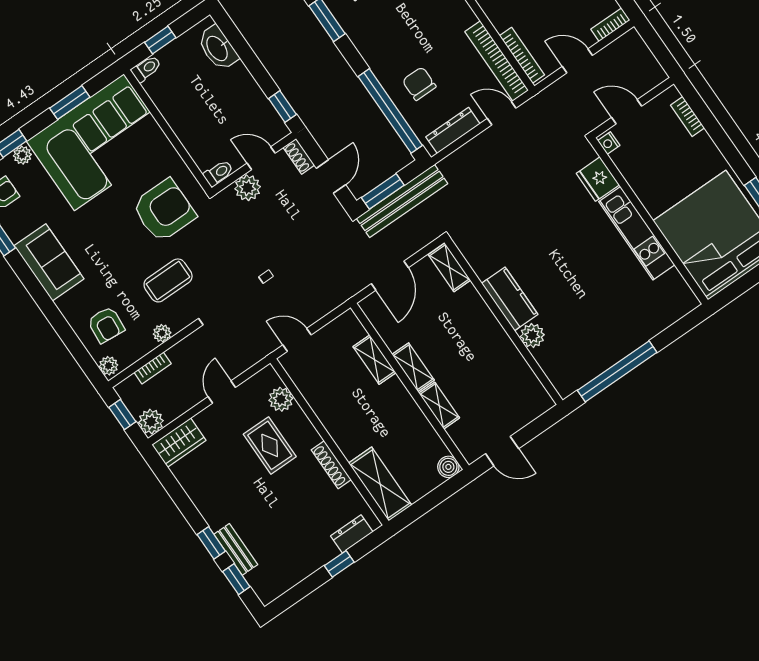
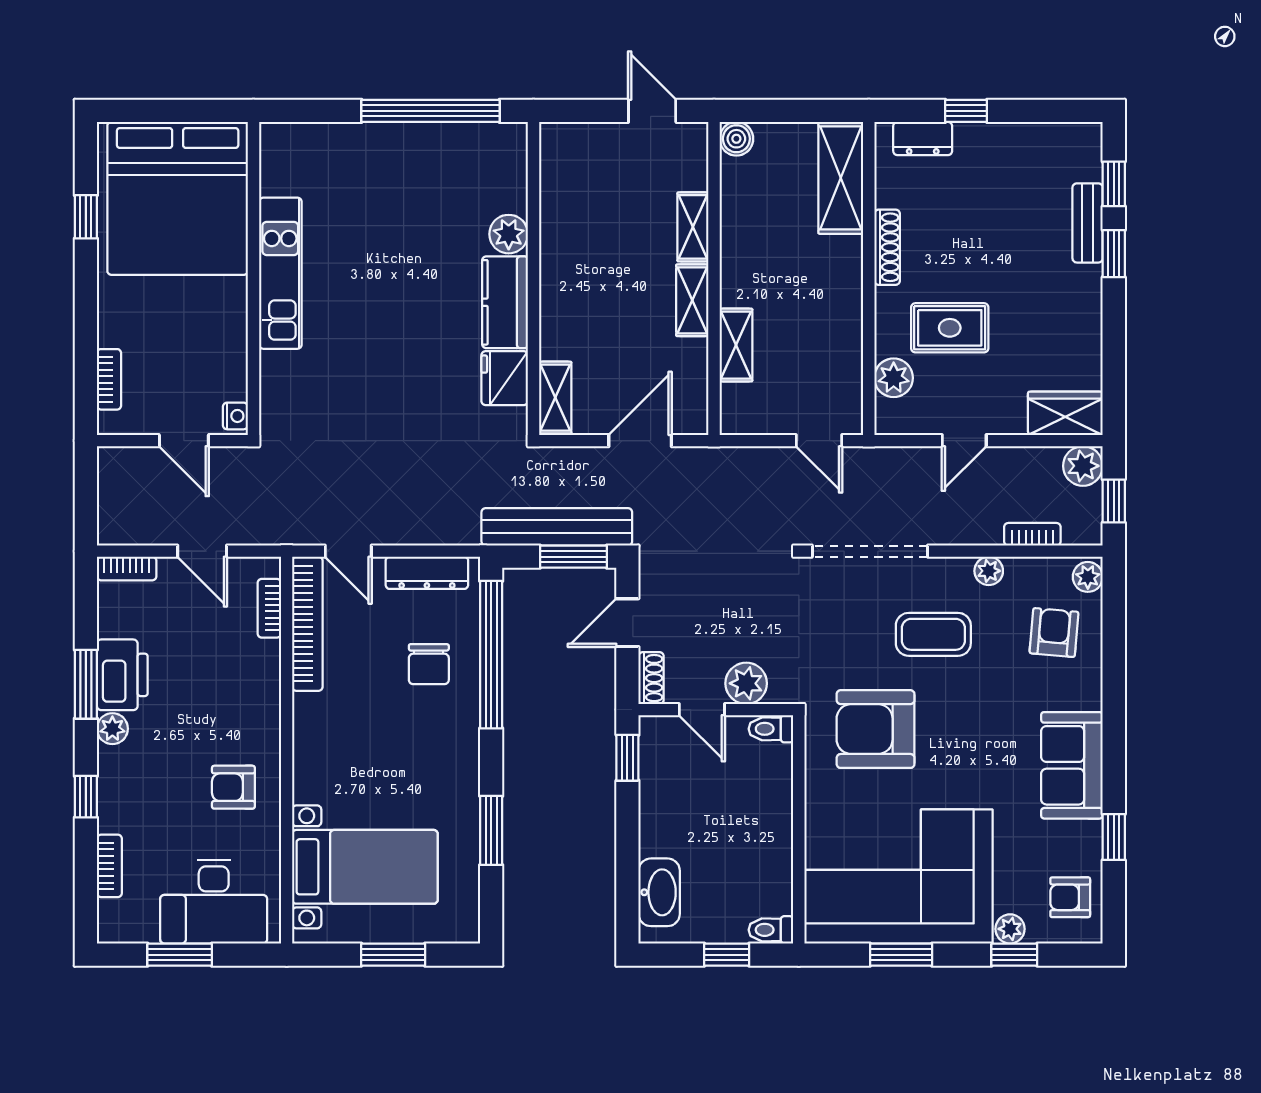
bookcase: (522, 55) -> (269, 608), width x0.64
fridge: (598, 179) -> (505, 378), moved, turned 180
rug: (270, 445) -> (950, 328), turned 90

